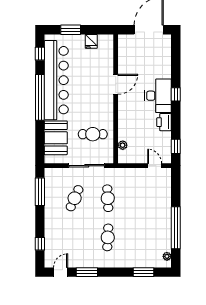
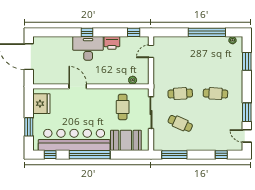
fridge: (91, 41) -> (41, 104), width x1.88, depth x1.34

